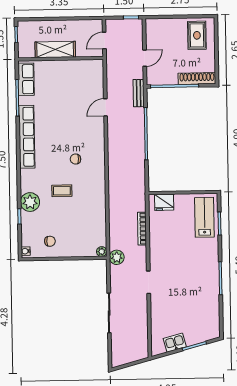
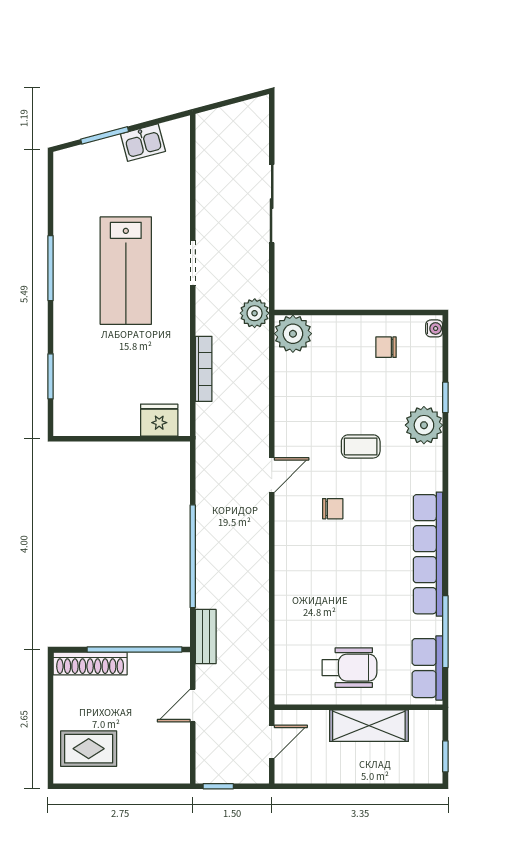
rug: (197, 35) -> (89, 749), turned 90
wheelchair: (66, 79) -> (349, 668), added
door: (105, 107) -> (272, 475), moved
lab bench: (204, 217) -> (126, 271), moved, width x1.36, depth x1.39
plant: (102, 252) -> (293, 334), width x1.87, depth x1.87

